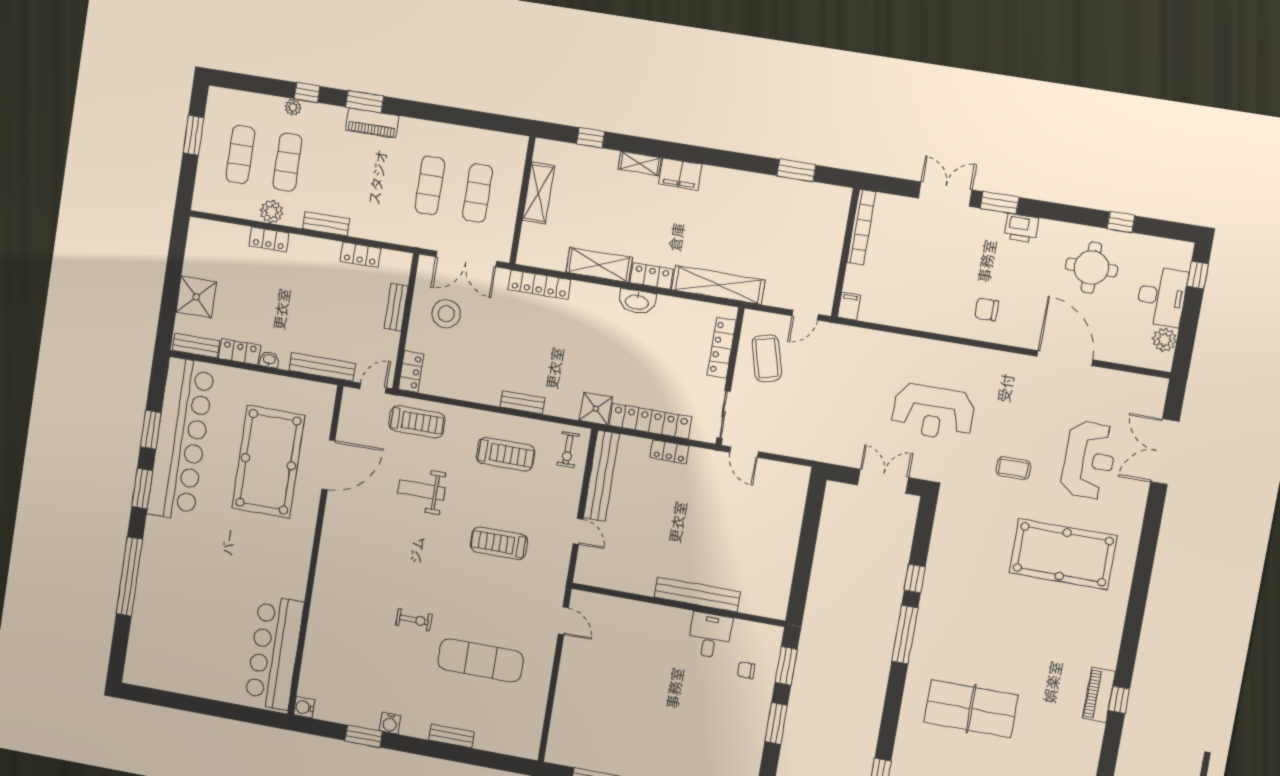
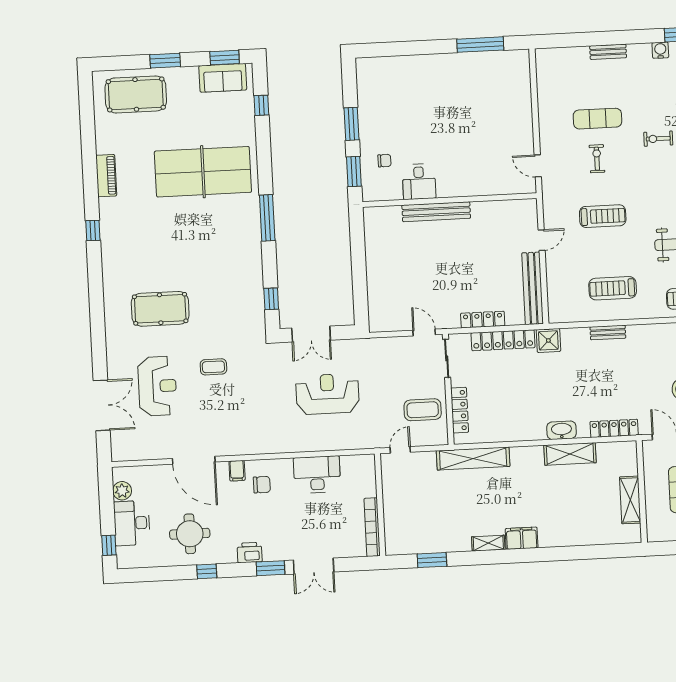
window: (591, 138) -> (598, 552), removed
shelving: (640, 163) -> (488, 543), moved
window: (1121, 222) -> (207, 571), moved
locker: (652, 276) -> (527, 454), removed
washbasin: (637, 302) -> (561, 430), moved
filing cabinet: (849, 306) -> (237, 471), moved
desk: (915, 307) -> (317, 475), added
coffee table: (767, 358) -> (423, 410), turned -75
reception desk: (933, 412) -> (327, 394), moved
exercise bike: (568, 450) -> (597, 159), moved
locker: (669, 452) -> (483, 320), width x1.53
reception desk: (1089, 460) -> (157, 386), turned 180
door: (578, 531) -> (542, 240), swing flipped
pool table: (1063, 554) -> (160, 309), width x0.73, depth x0.76
window: (915, 579) -> (271, 299), moved
exercise mat: (481, 660) -> (597, 119), width x0.73, depth x0.69
piano: (1099, 695) -> (106, 176), moved
window: (1119, 700) -> (93, 230), moved
table tennis table: (971, 709) -> (203, 172), width x1.36, depth x1.32

